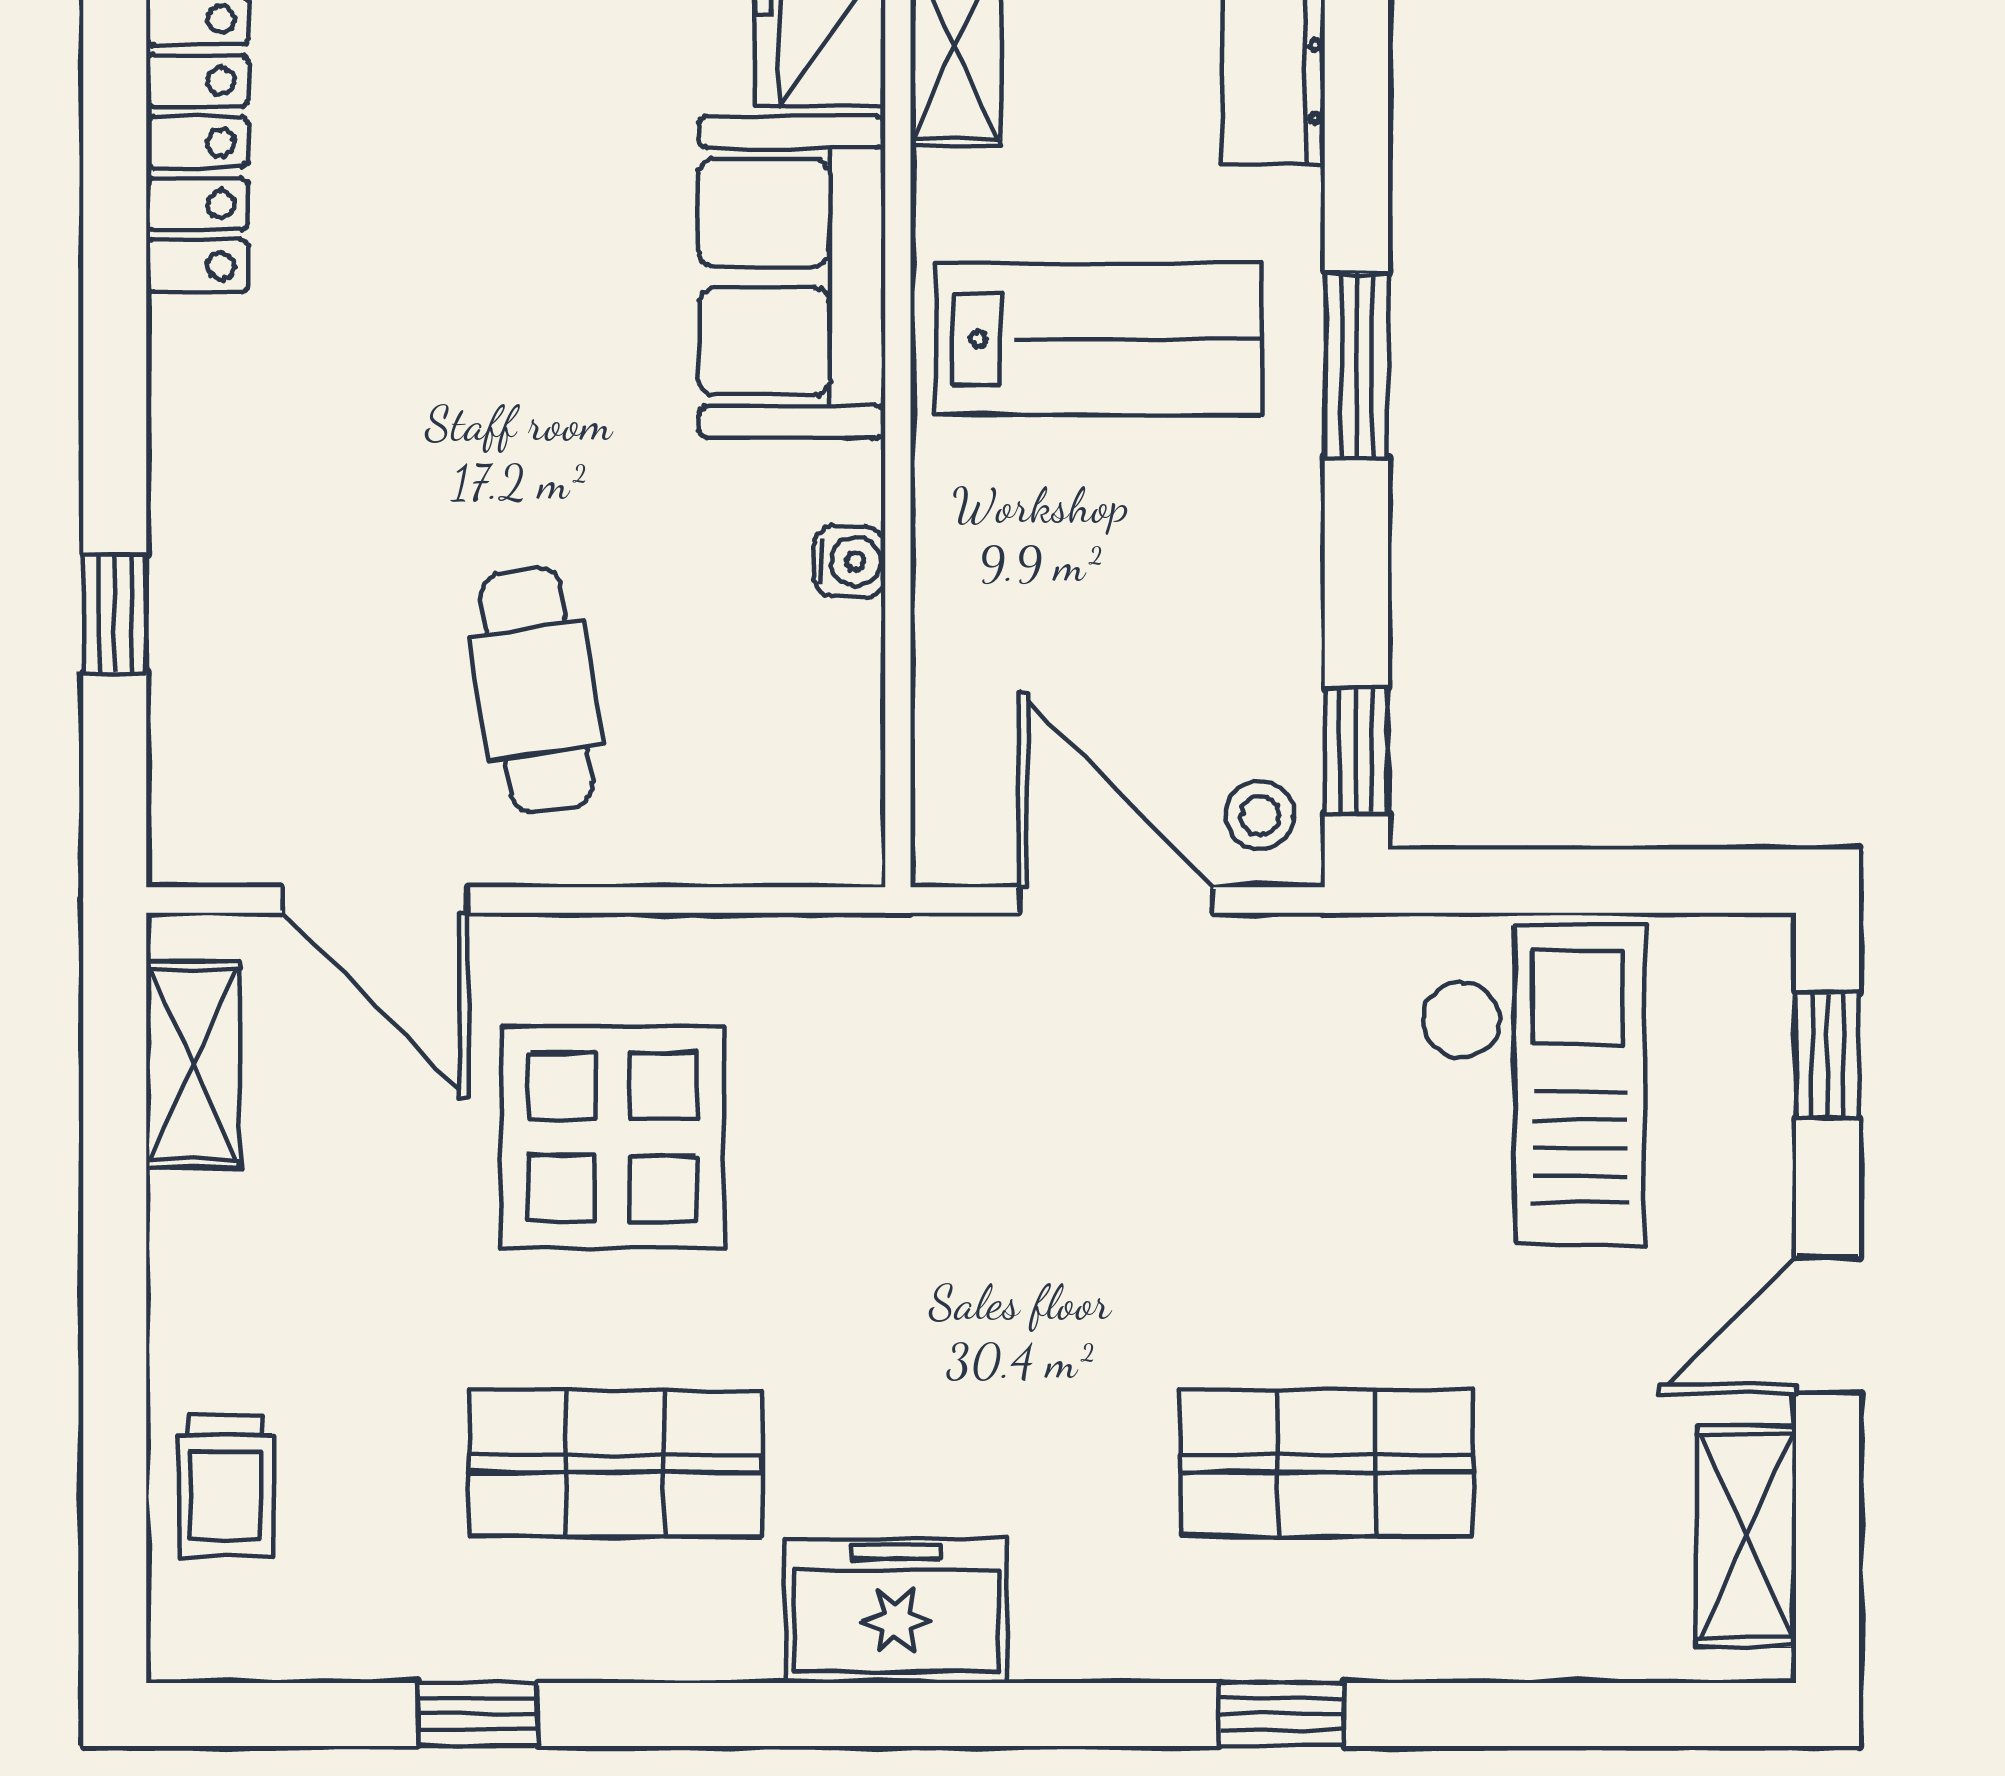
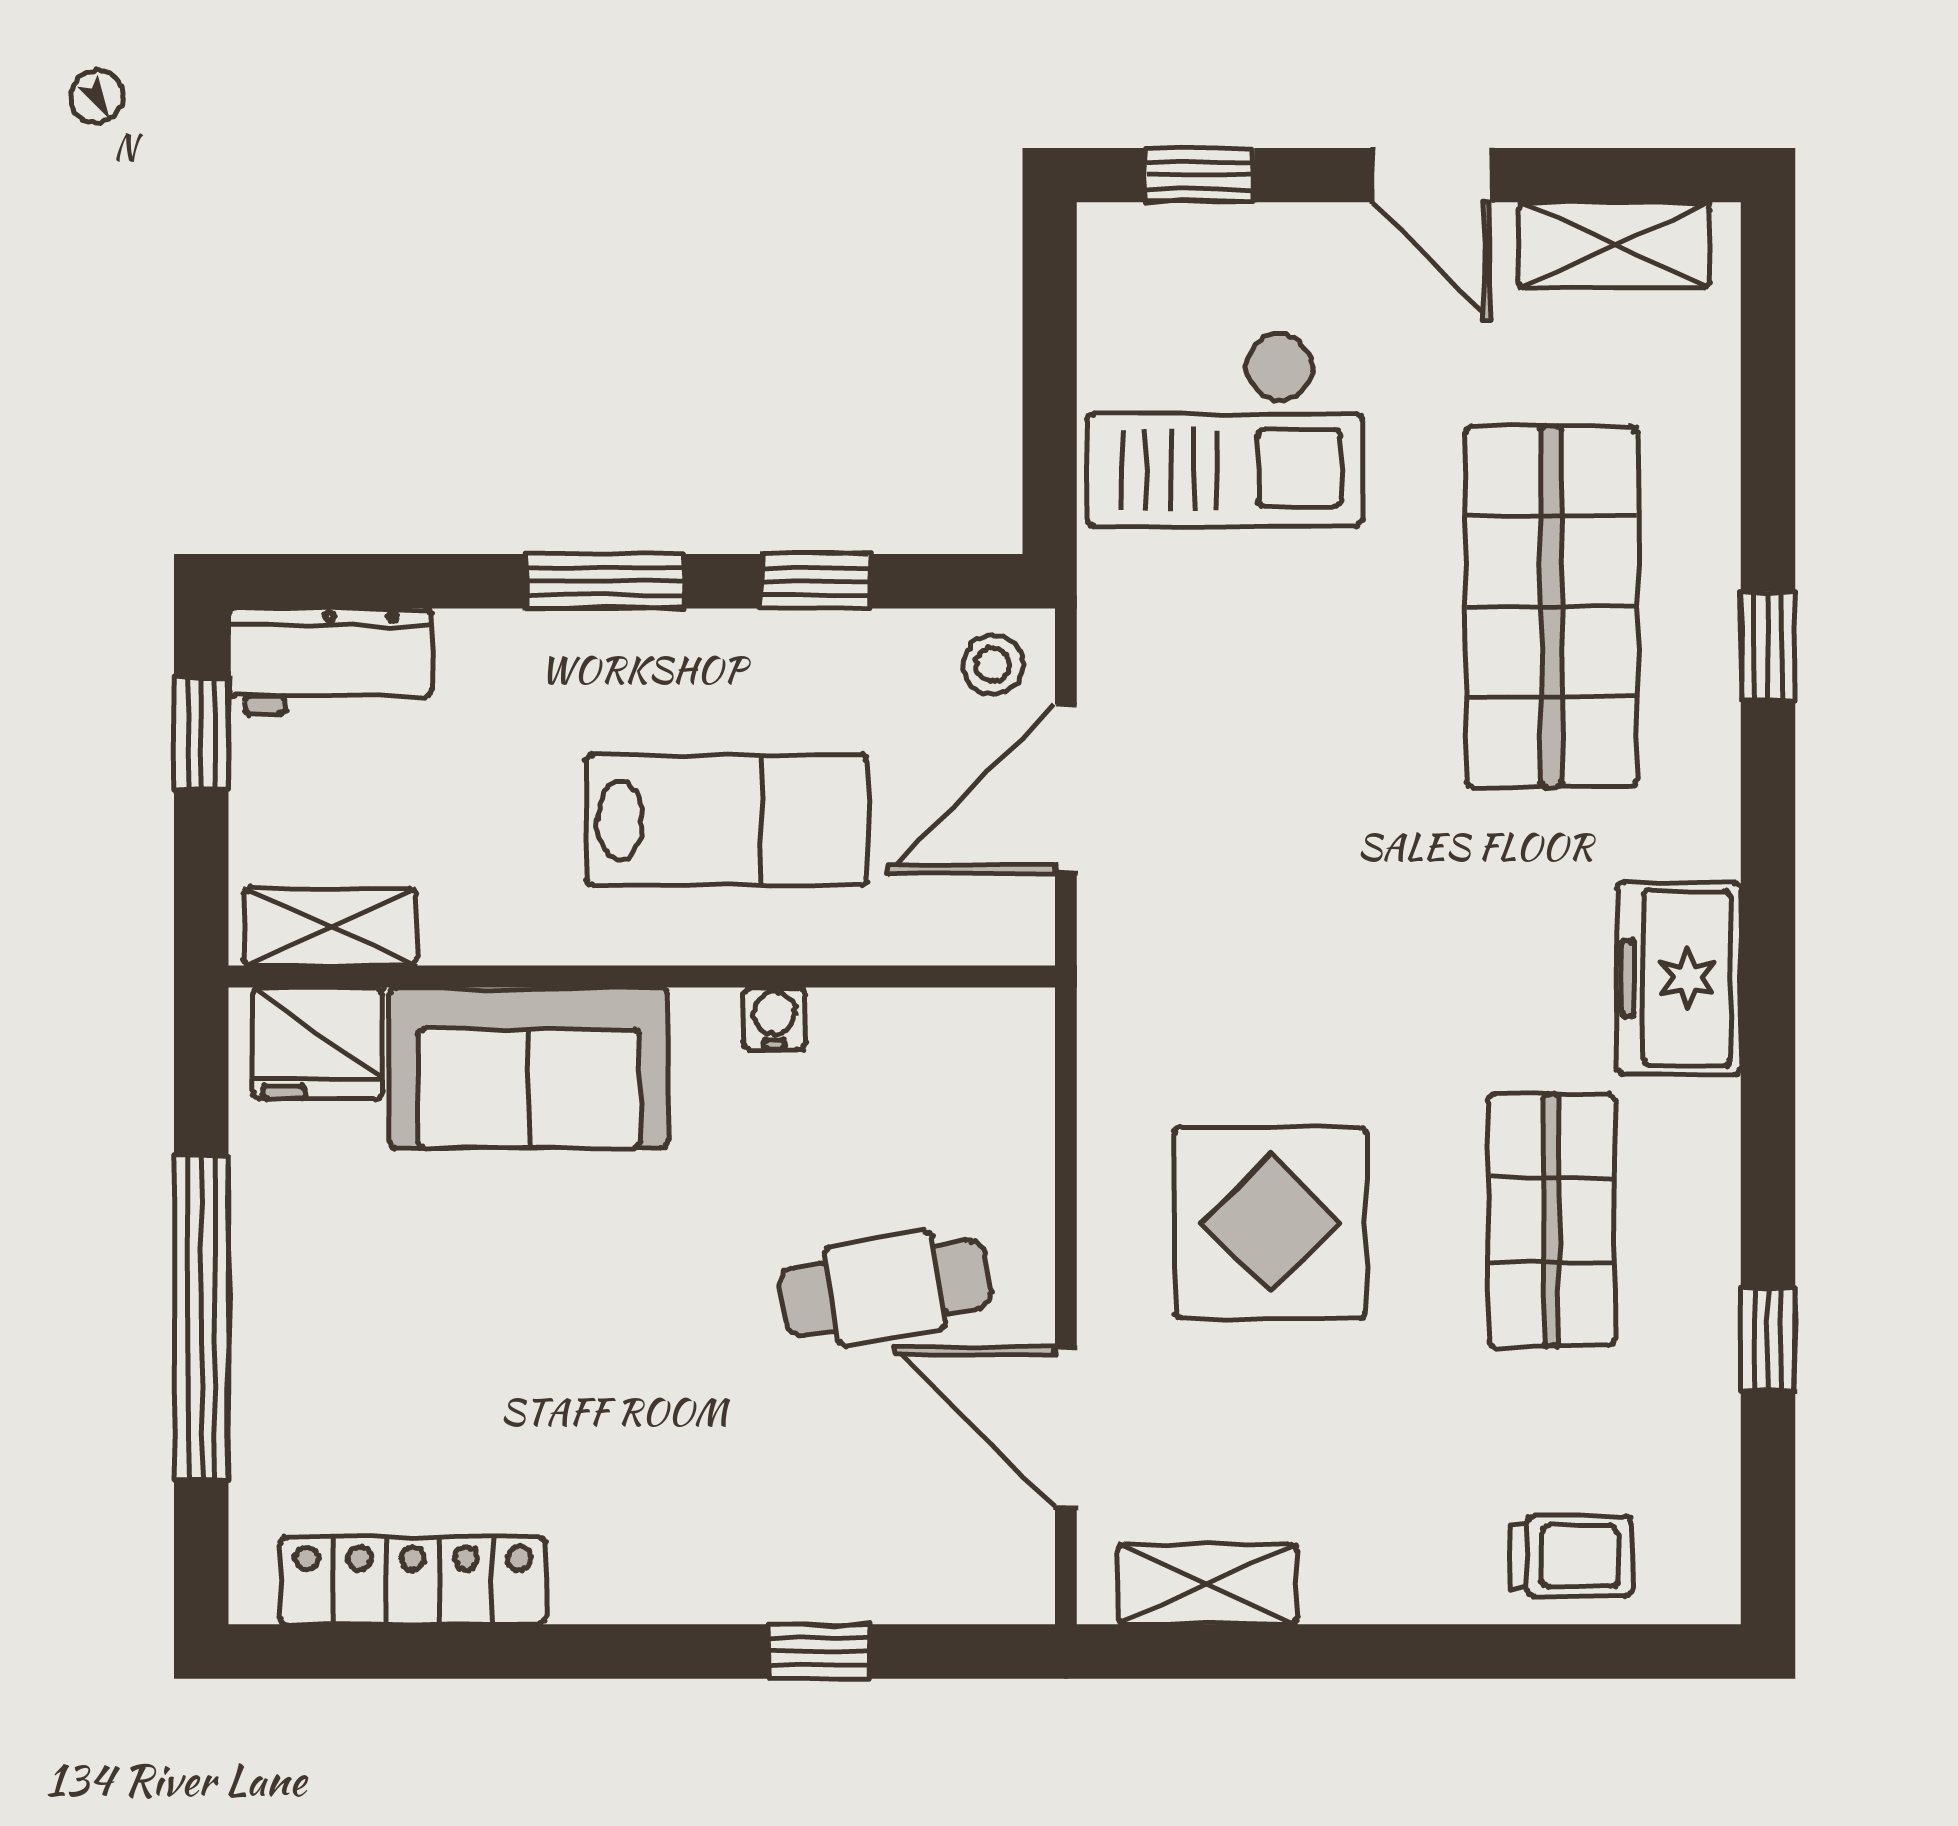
lab bench: (1099, 339) -> (727, 820), moved, turned 90
window: (1356, 751) -> (815, 581), moved
door: (375, 900) -> (1066, 1427), swing flipped
checkout: (1533, 1084) -> (1225, 429), turned 180
shop shelf: (1327, 1463) -> (1552, 607), width x1.43, depth x1.36

